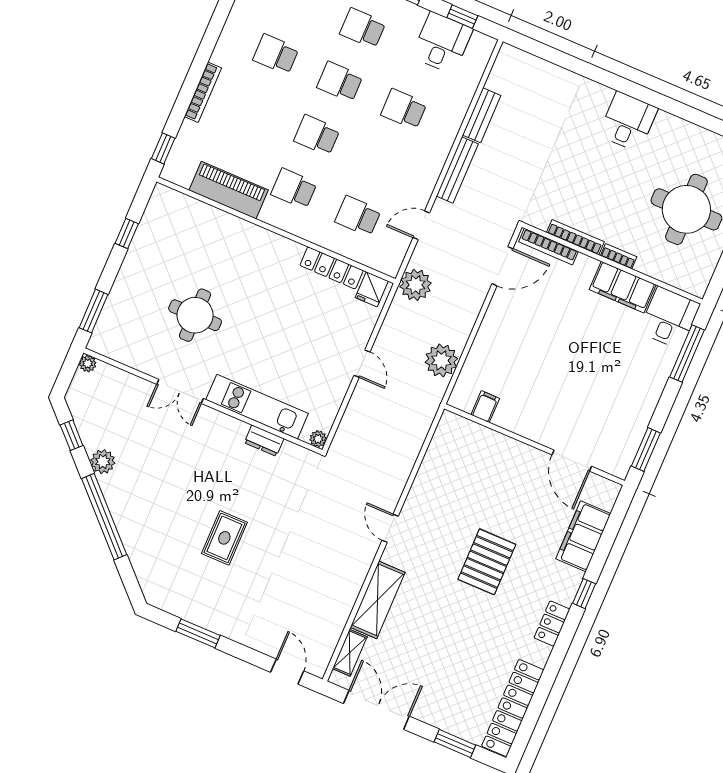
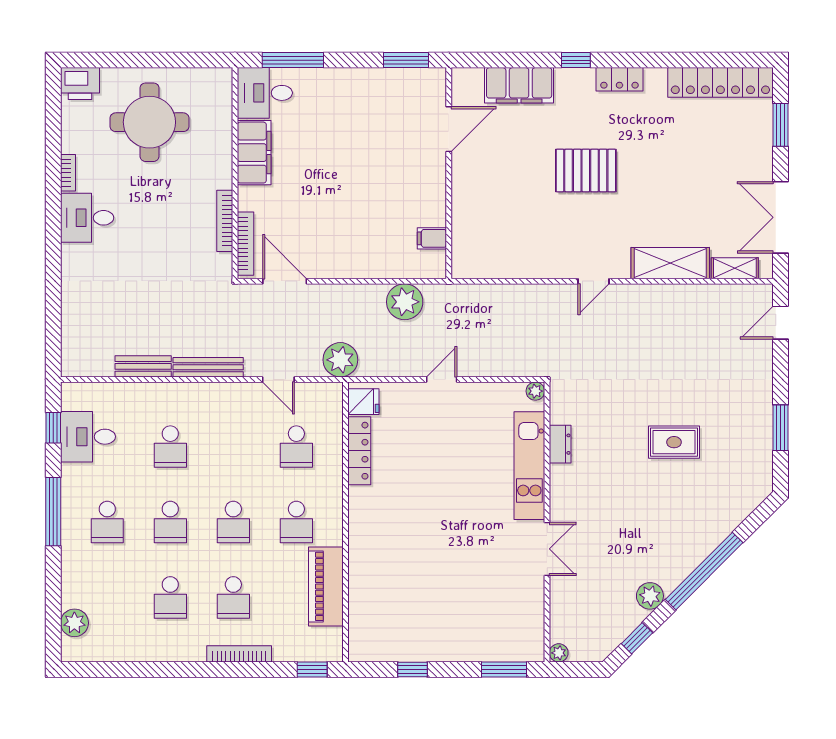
school desk: (253, 108) -> (233, 597), added
bookcase: (619, 256) -> (68, 173), moved, turned 180
round table: (195, 315) -> (465, 566), removed

